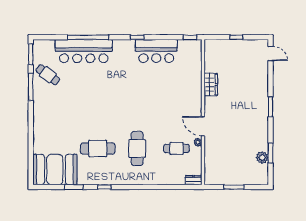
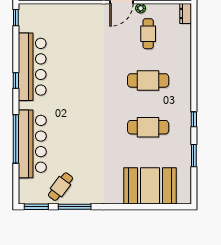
bar counter: (156, 51) -> (32, 67), width x1.36
cafe table: (98, 149) -> (148, 127), turned 90
booth: (55, 169) -> (150, 186), moved, turned 90

